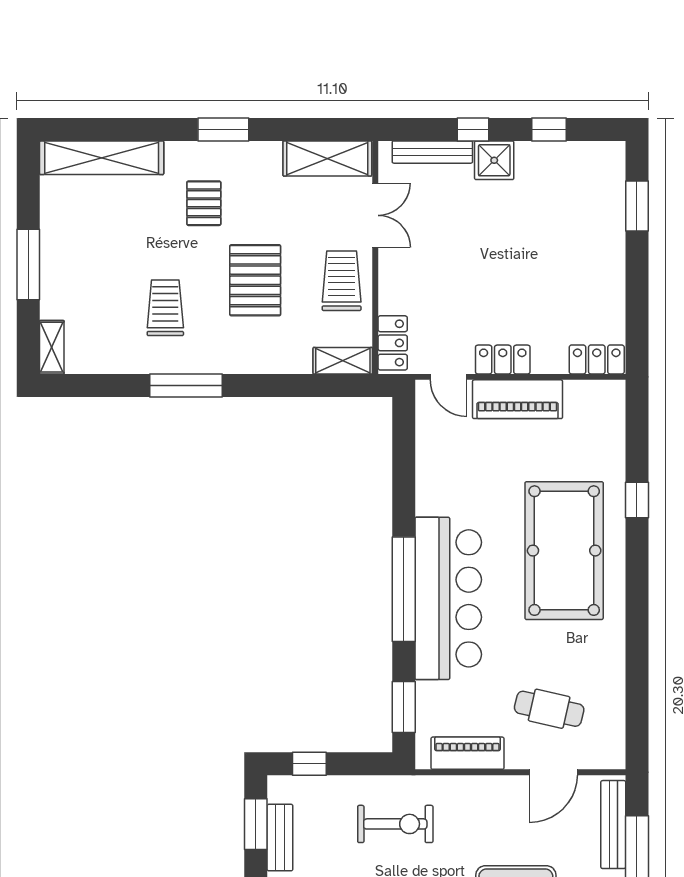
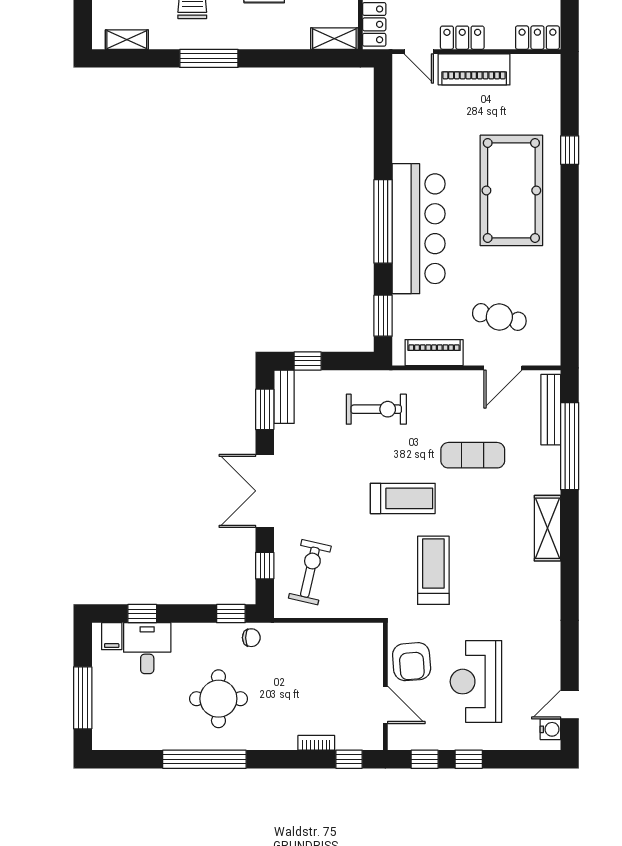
shelving: (52, 347) -> (127, 40), moved, turned 90
bench: (280, 838) -> (284, 397), moved

